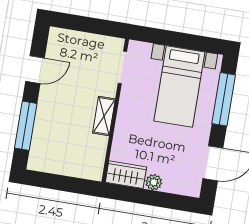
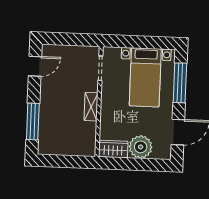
door: (35, 70) -> (35, 66), moved
plant: (154, 182) -> (141, 147), width x1.87, depth x1.87

